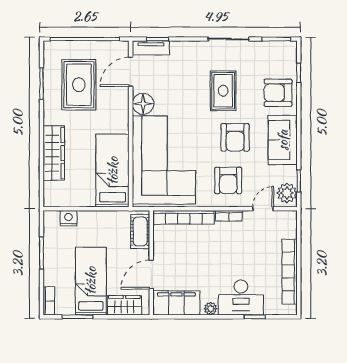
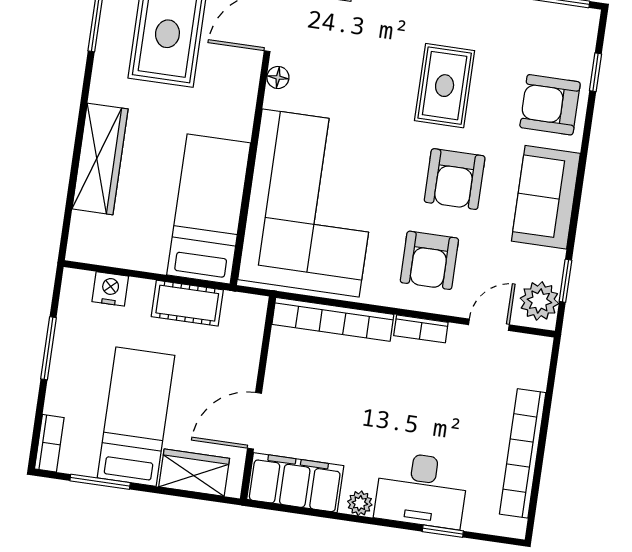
floor lamp: (143, 104) -> (278, 77), width x0.53, depth x0.53
cot: (140, 231) -> (187, 303), moved, turned 90

